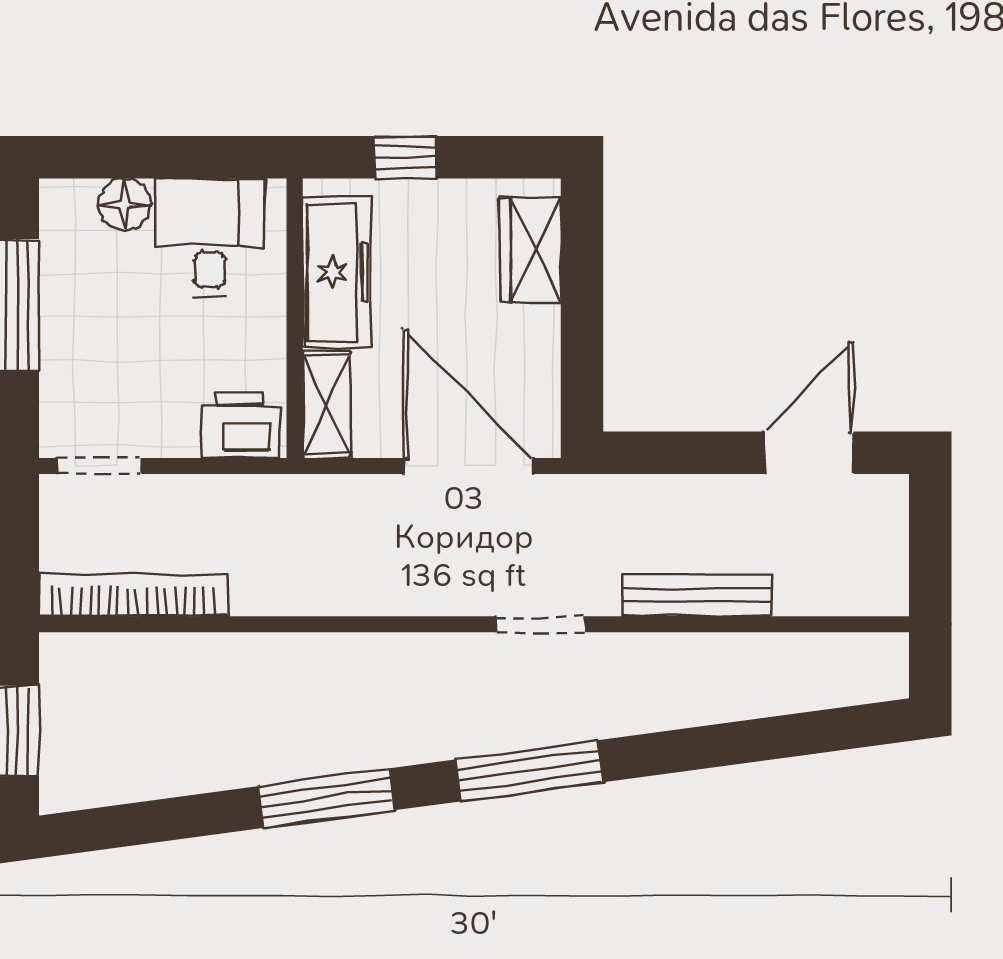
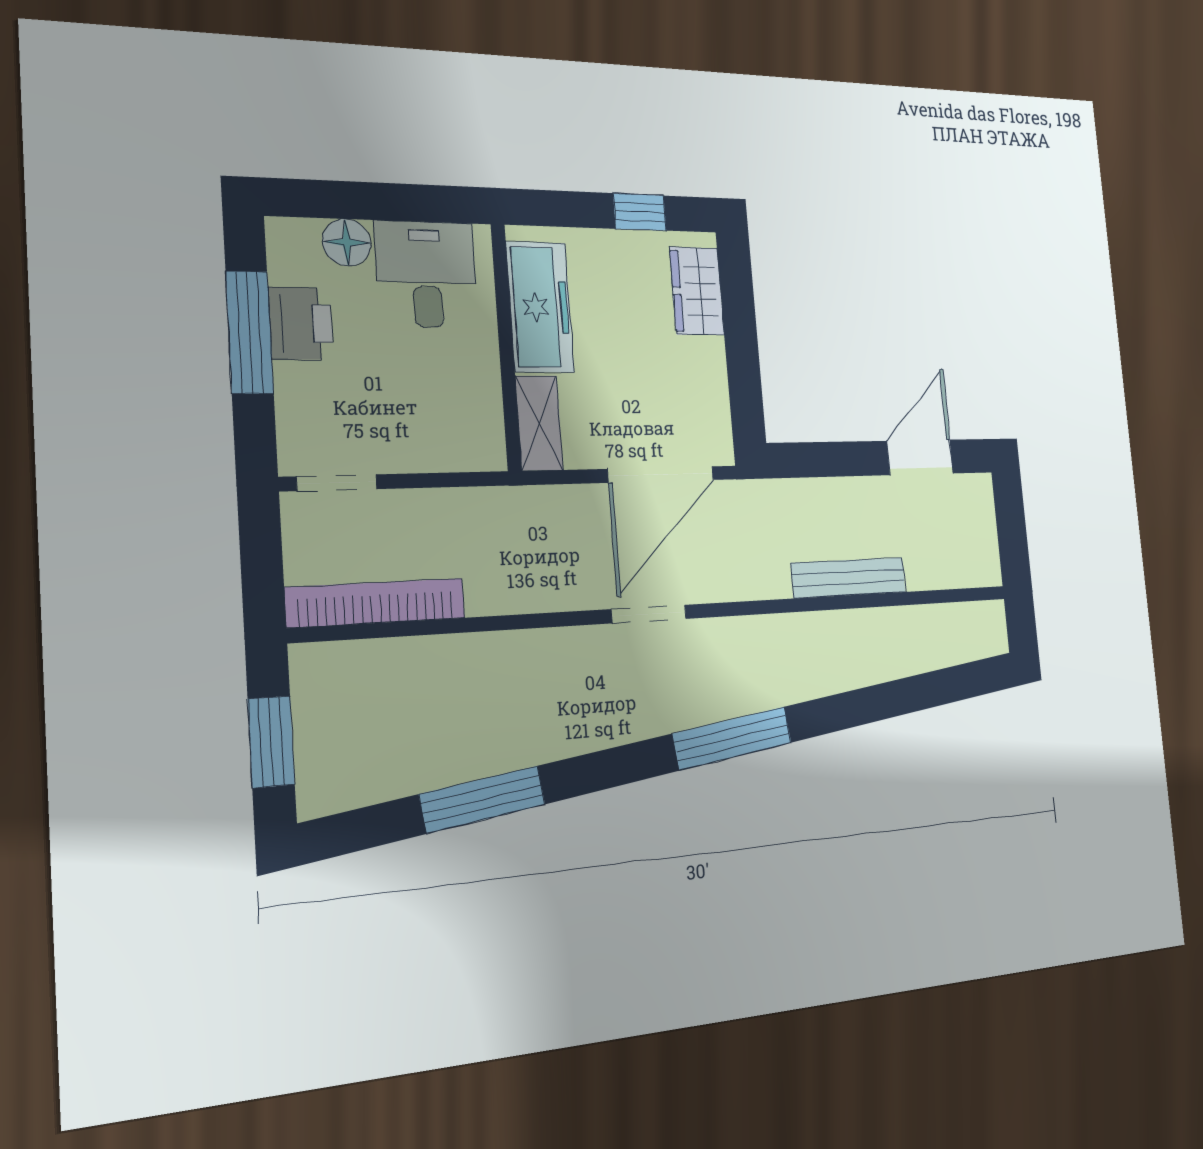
window: (405, 157) -> (640, 212), moved
printer: (240, 426) -> (301, 323), moved, turned 90
door: (467, 466) -> (661, 475), swing flipped
doorway: (541, 624) -> (649, 614), moved
window: (326, 798) -> (483, 799), moved

